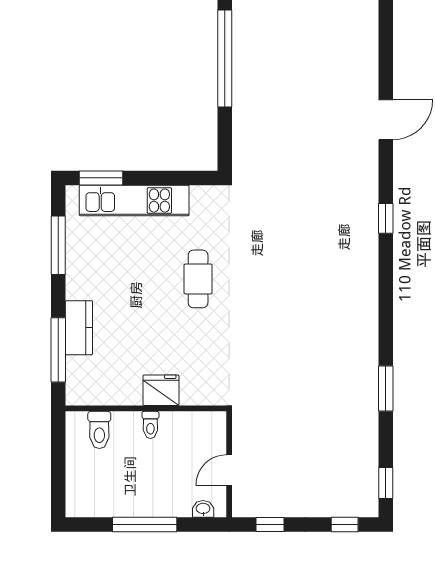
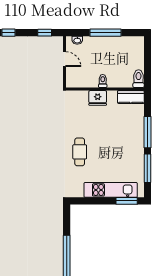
kitchen counter: (79, 328) -> (131, 97), moved, turned -90
window: (58, 350) -> (147, 132), moved
toilet: (99, 430) -> (139, 79), moved
door: (229, 470) -> (65, 59), hinge flipped

